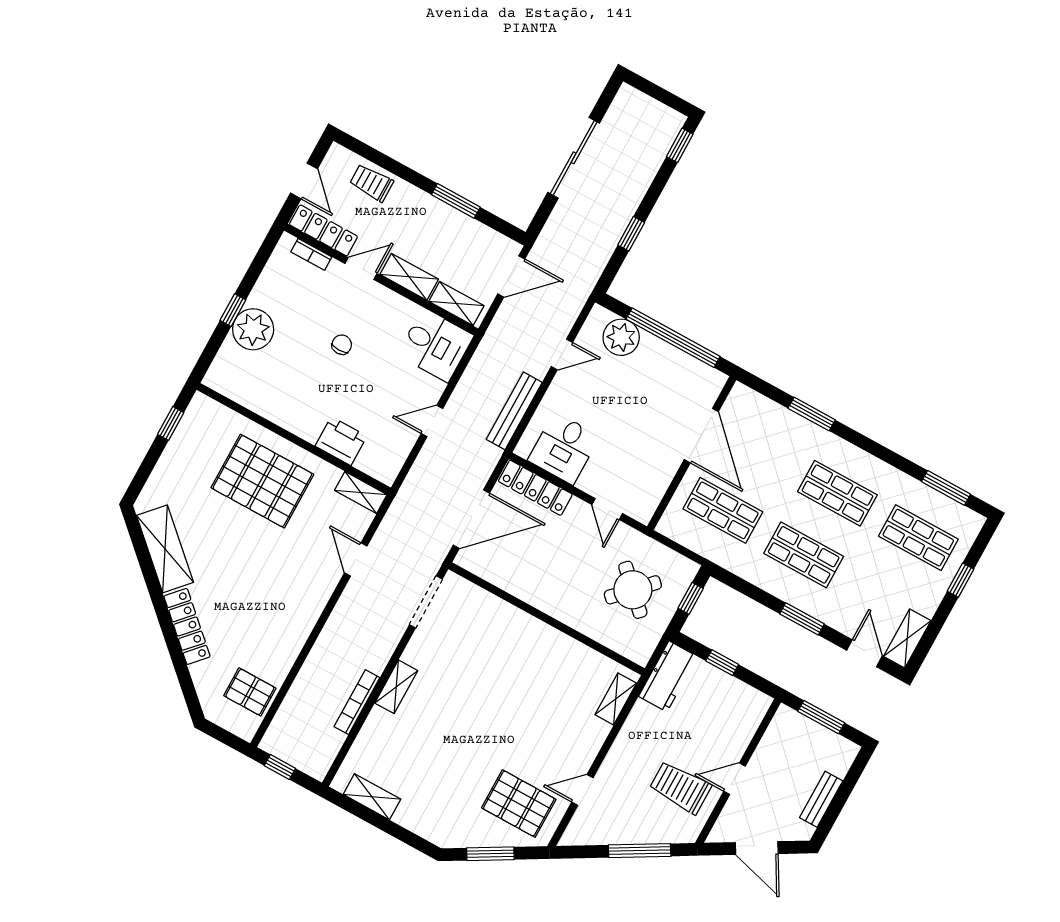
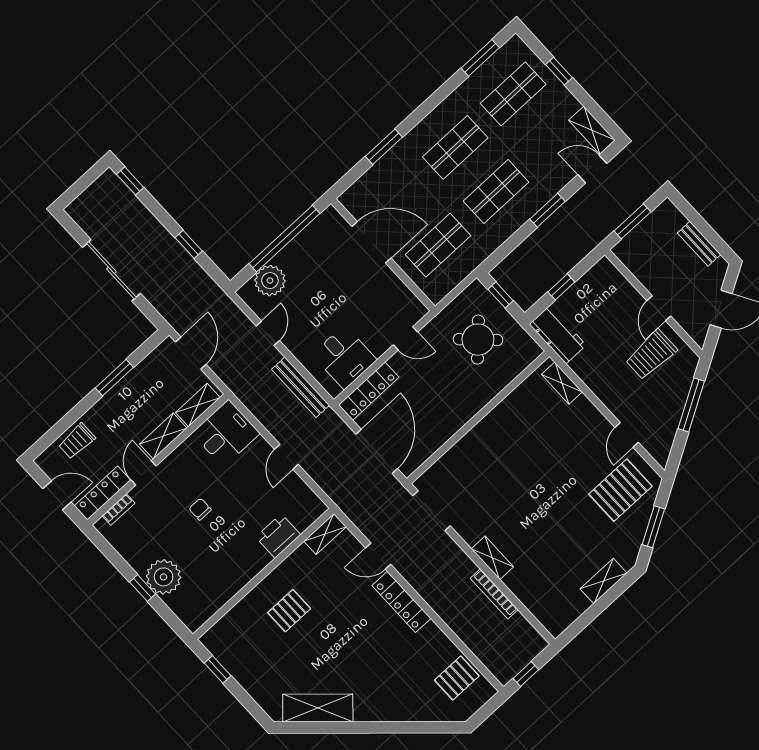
pallet: (262, 481) -> (289, 611), width x0.49, depth x0.50
locker: (187, 626) -> (401, 602), moved, turned -133
shelving: (372, 797) -> (604, 581), moved

